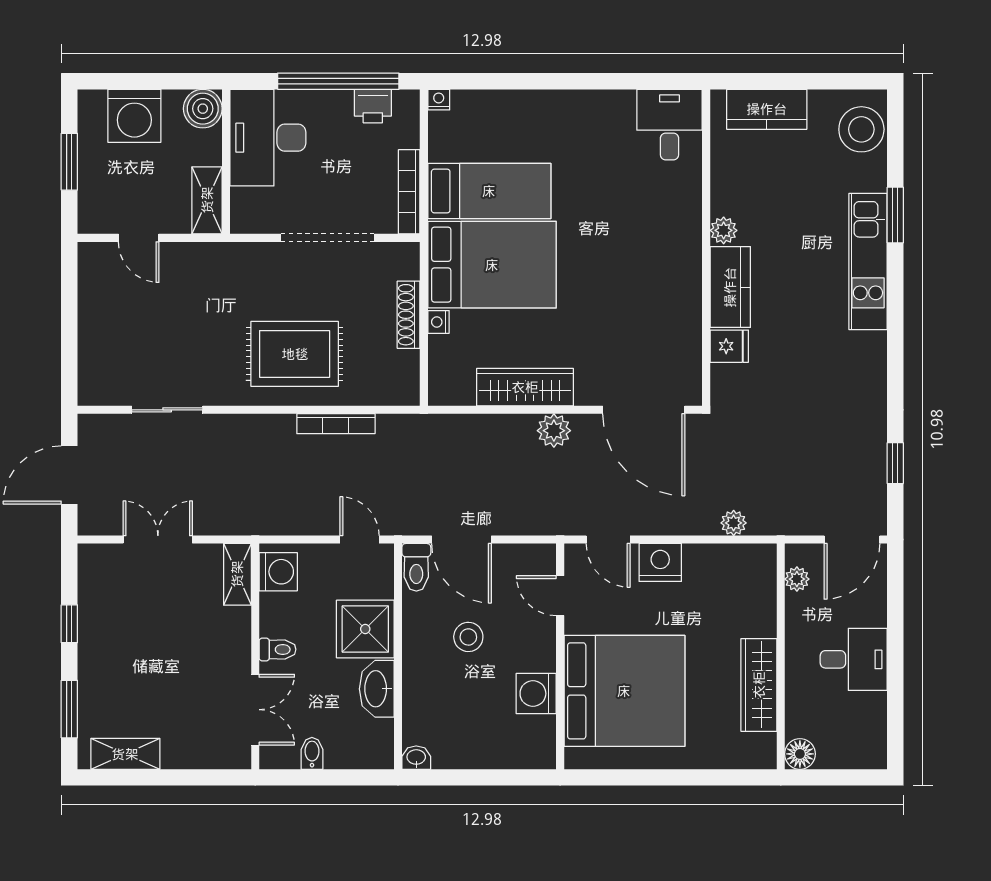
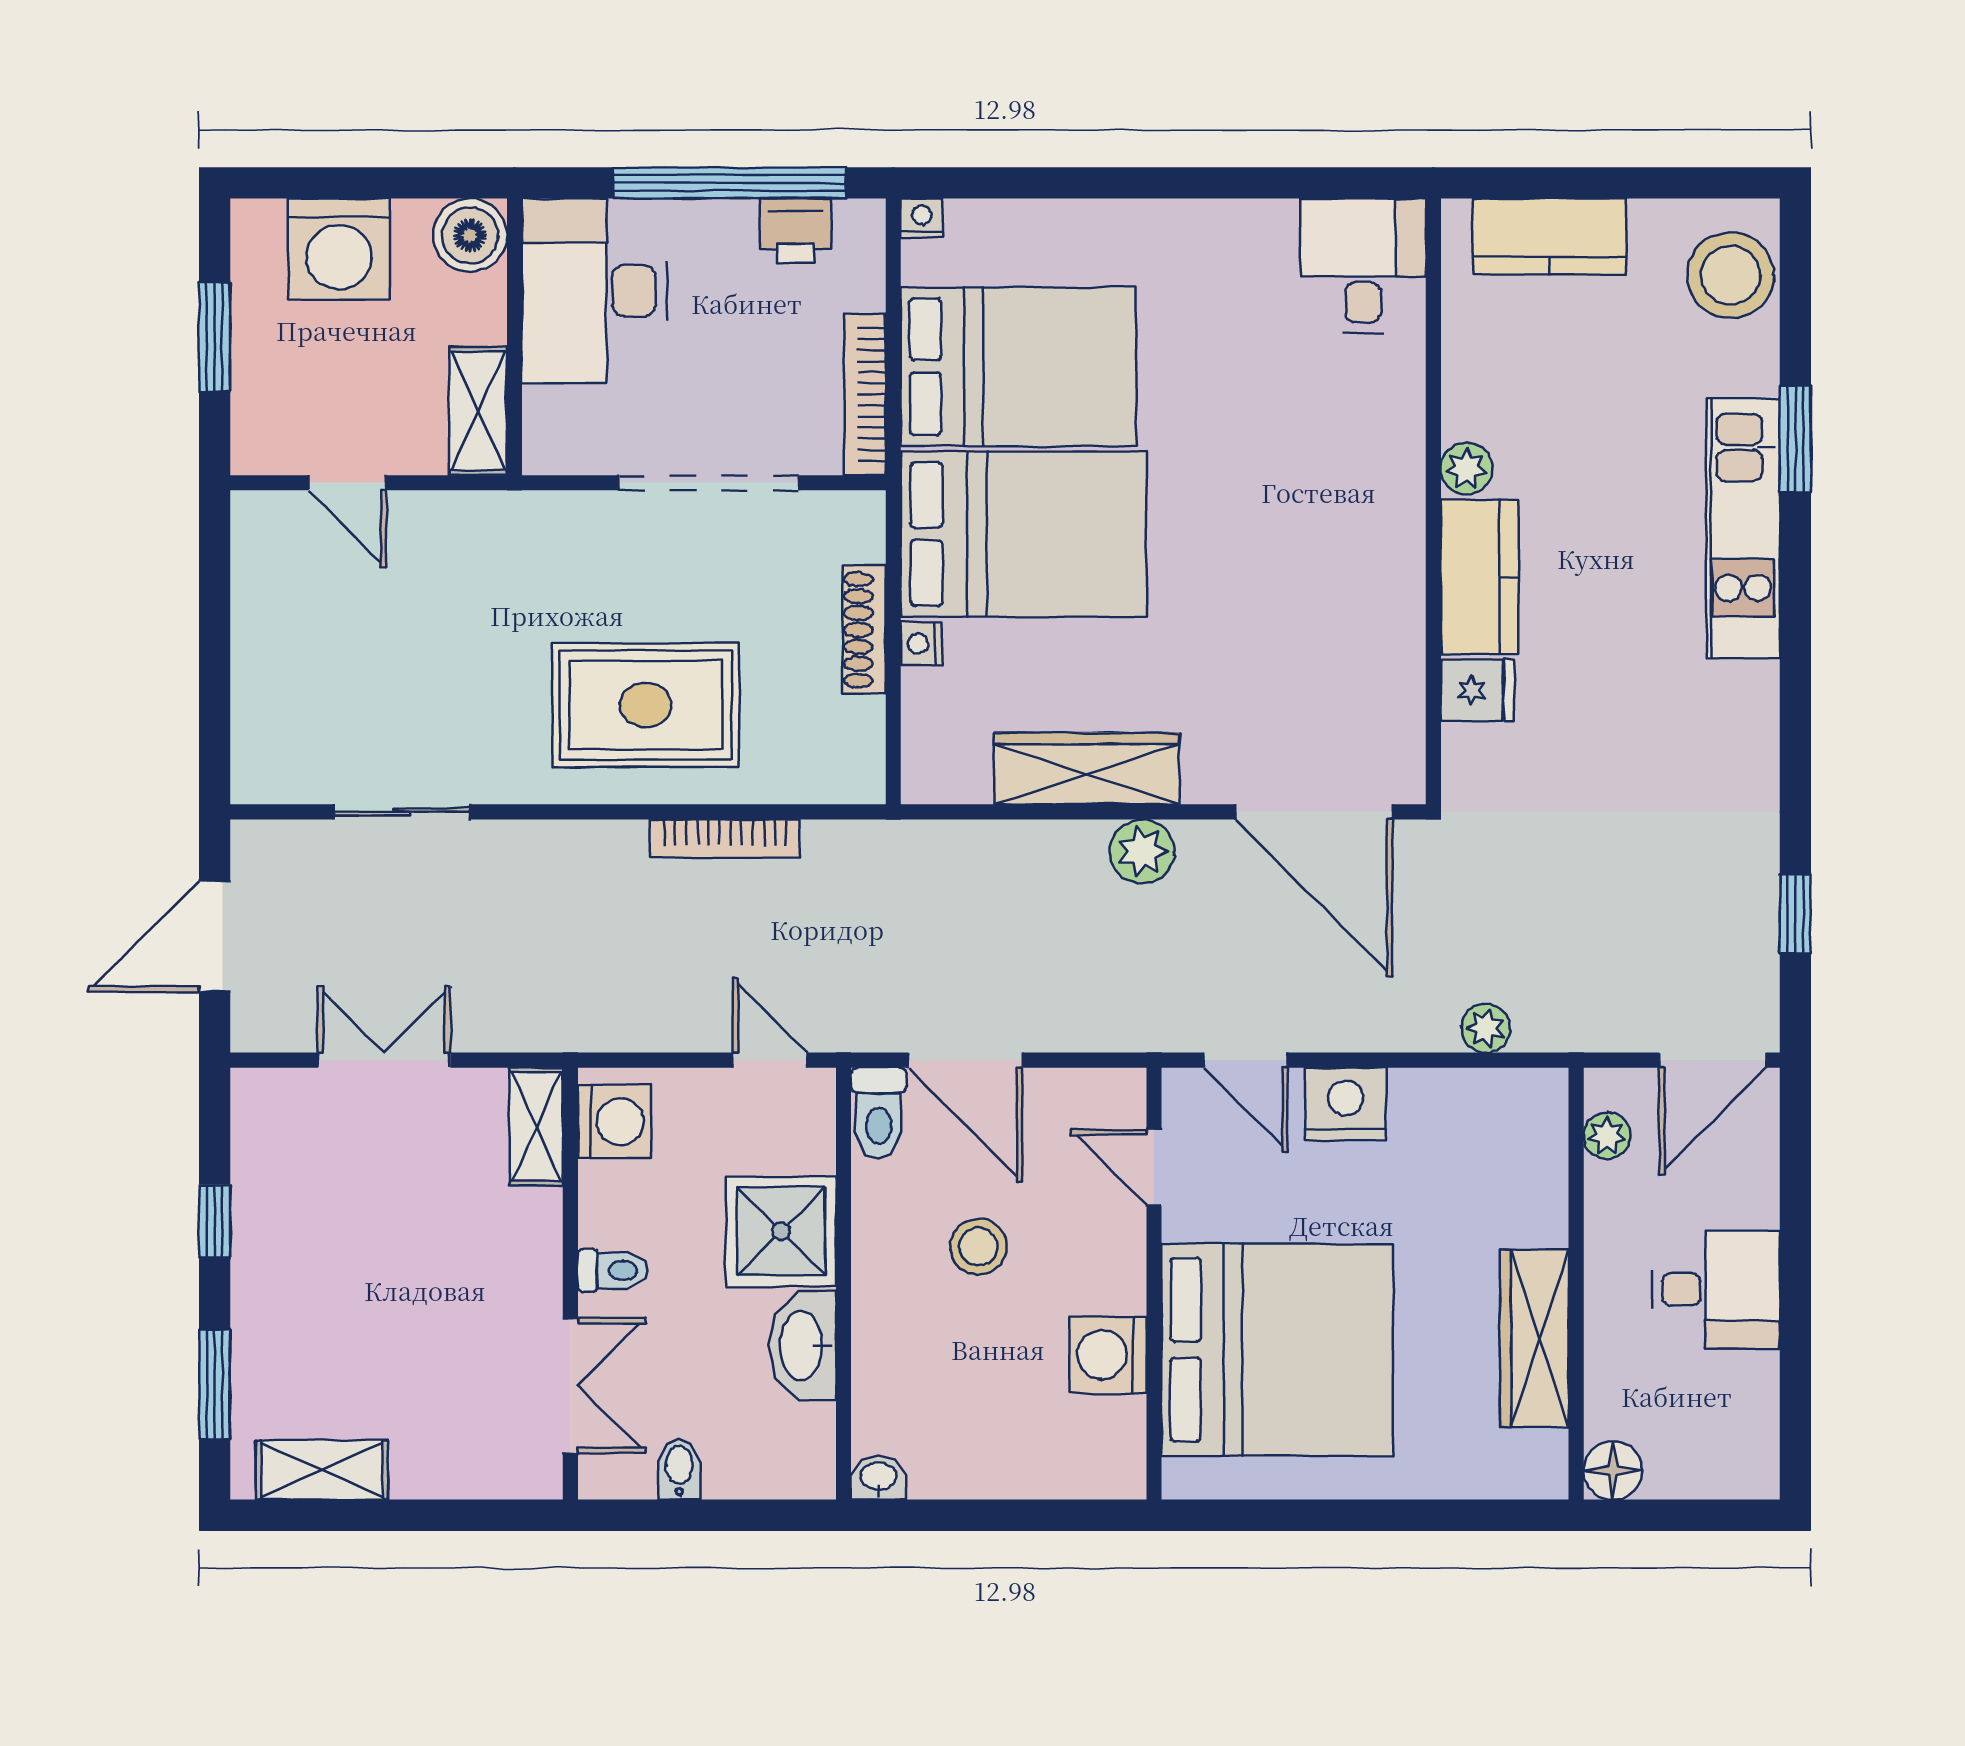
bed: (489, 191) -> (1018, 367), width x1.50

